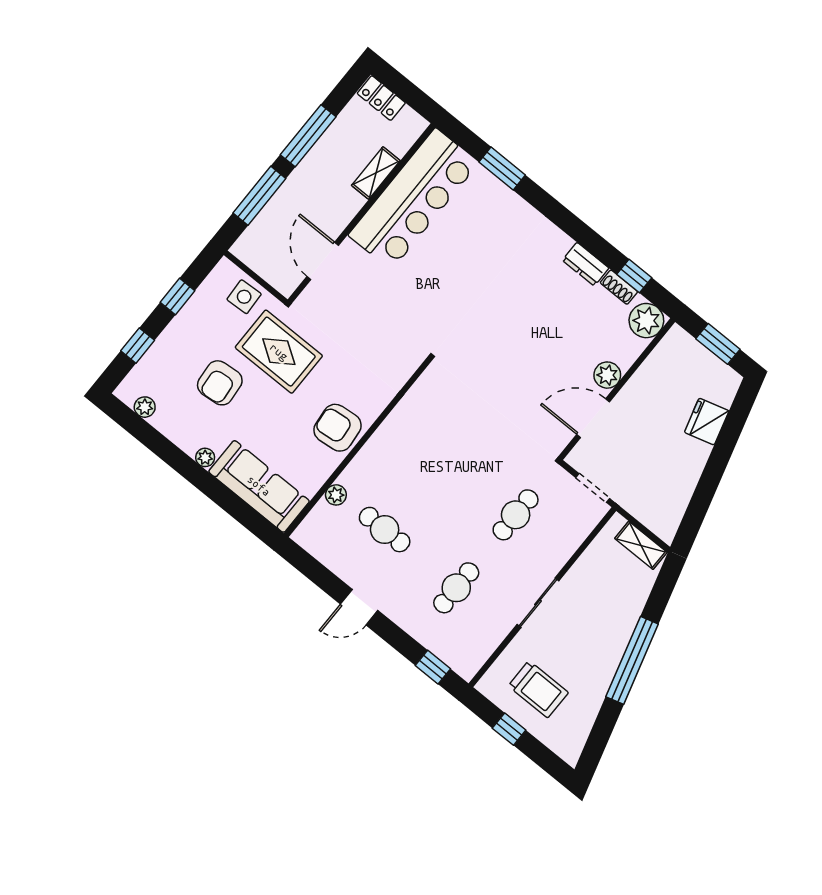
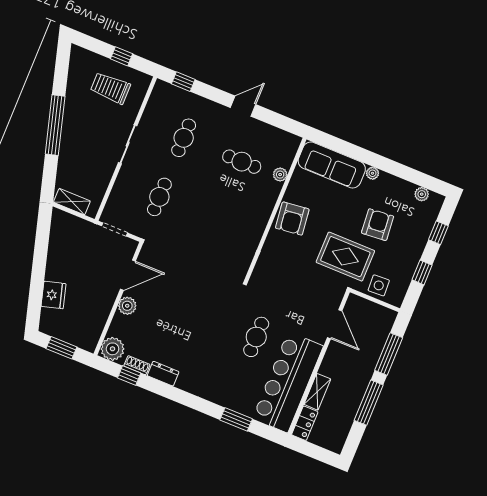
locker: (381, 98) -> (305, 423), moved, turned 90
cafe table: (439, 276) -> (256, 337), added
armchair: (338, 428) -> (292, 219), turned 89

